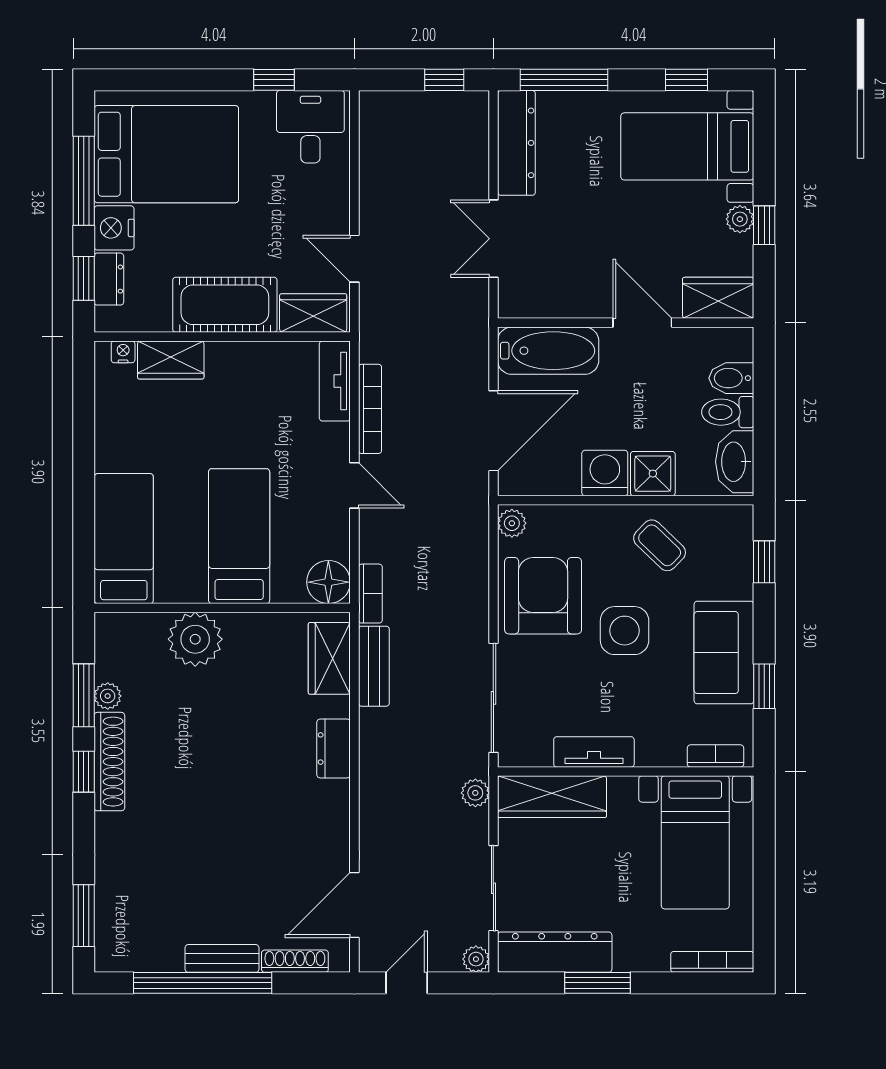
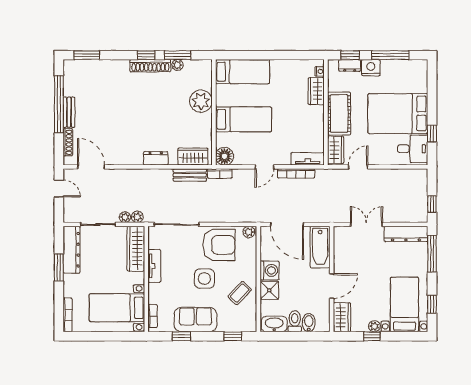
bed: (166, 154) -> (398, 114), moved, turned 90
plant: (476, 959) -> (125, 217), moved

